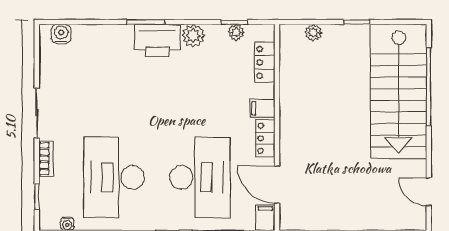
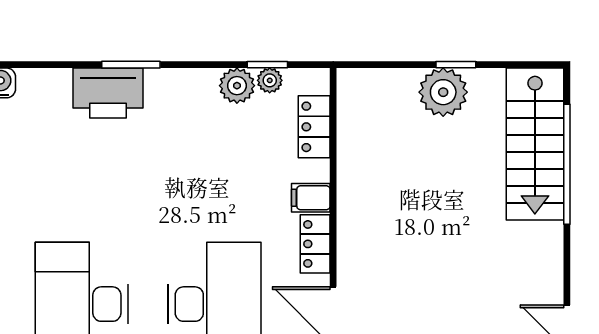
plant: (313, 33) -> (443, 92), moved, width x1.88, depth x1.88
plant: (193, 36) -> (237, 86), moved
printer: (157, 40) -> (108, 93), moved
stairs: (399, 91) -> (535, 144), width x0.73, depth x0.66

